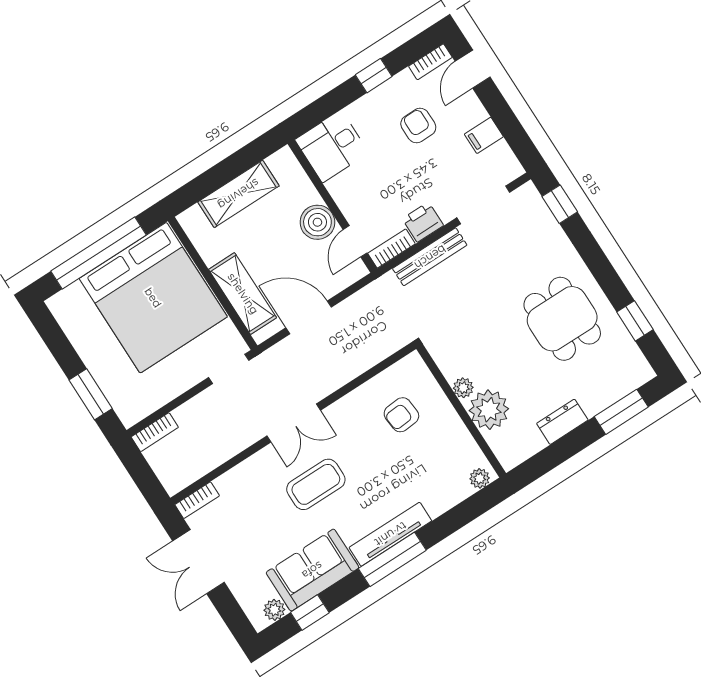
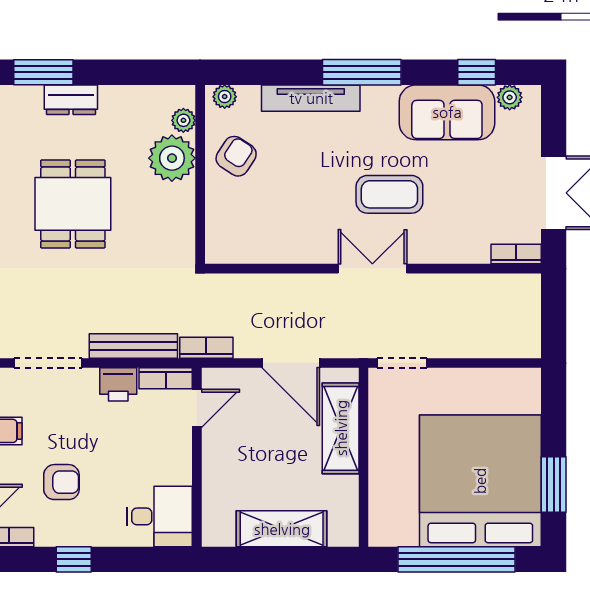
armchair: (418, 126) -> (61, 482), turned -90
boiler: (317, 222) -> (222, 451), removed
bed: (153, 298) -> (480, 481), moved
dining table: (562, 319) -> (73, 204), moved
plant: (463, 388) -> (183, 120), moved
window: (91, 394) -> (554, 485), moved
armchair: (401, 415) -> (236, 156), moved, turned -52
dresser: (562, 422) -> (71, 100), moved
bookcase: (155, 432) -> (206, 348), moved
tv unit: (390, 534) -> (311, 98), moved

